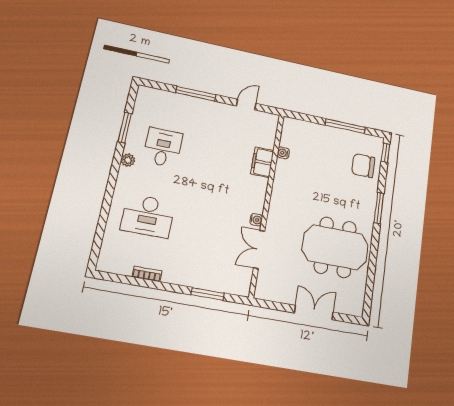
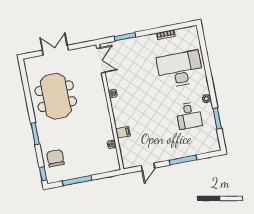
filing cabinet: (262, 162) -> (123, 132), width x0.50
chair: (363, 166) -> (55, 158), turned -90
desk: (148, 216) -> (180, 69), width x1.36, depth x1.30
meeting table: (335, 247) -> (56, 96), turned 90
double door: (259, 249) -> (101, 60), moved
double door: (314, 313) -> (55, 50), swing flipped

